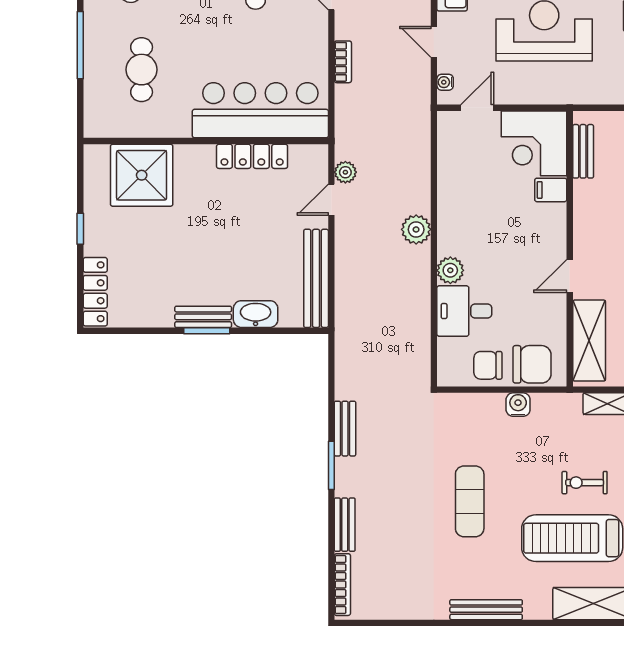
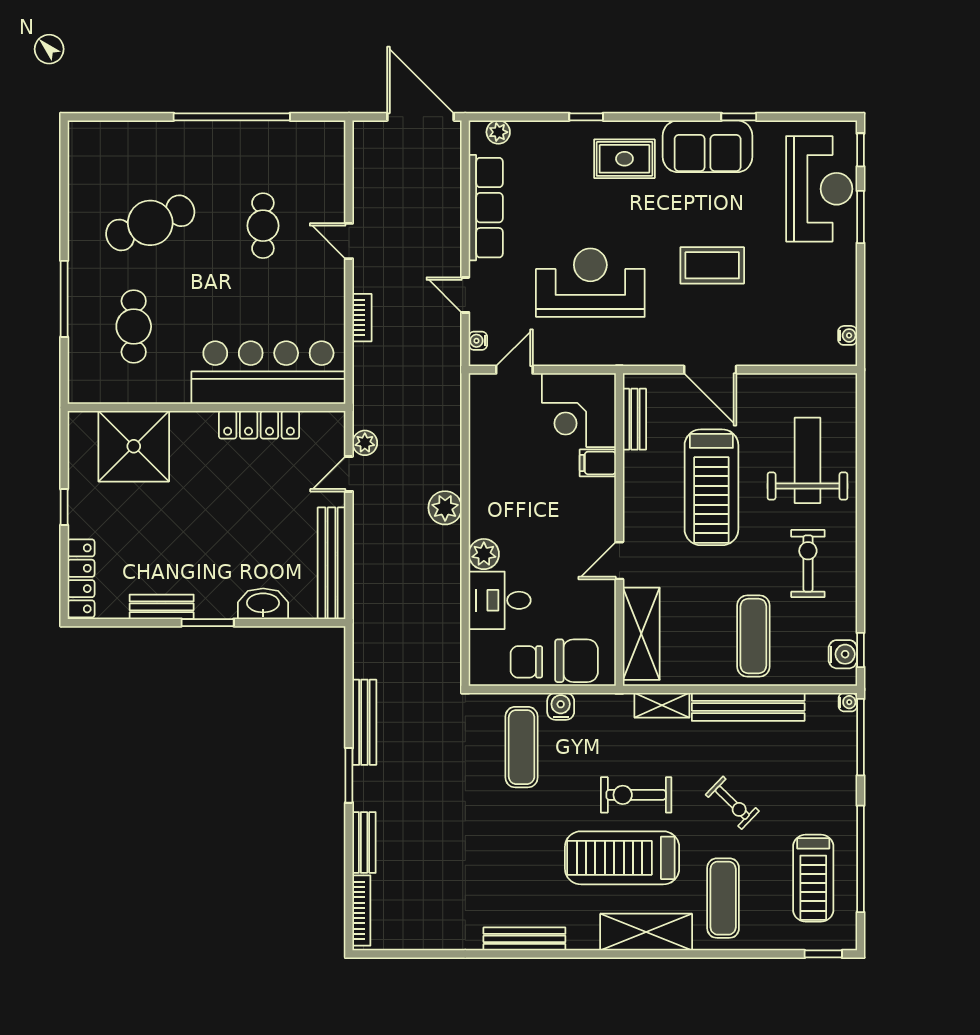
bench: (203, 317) -> (162, 607), moved
bench: (345, 429) -> (364, 722), width x1.36
exercise bike: (585, 483) -> (636, 795), width x1.38, depth x1.39
exercise mat: (470, 501) -> (522, 747), moved

